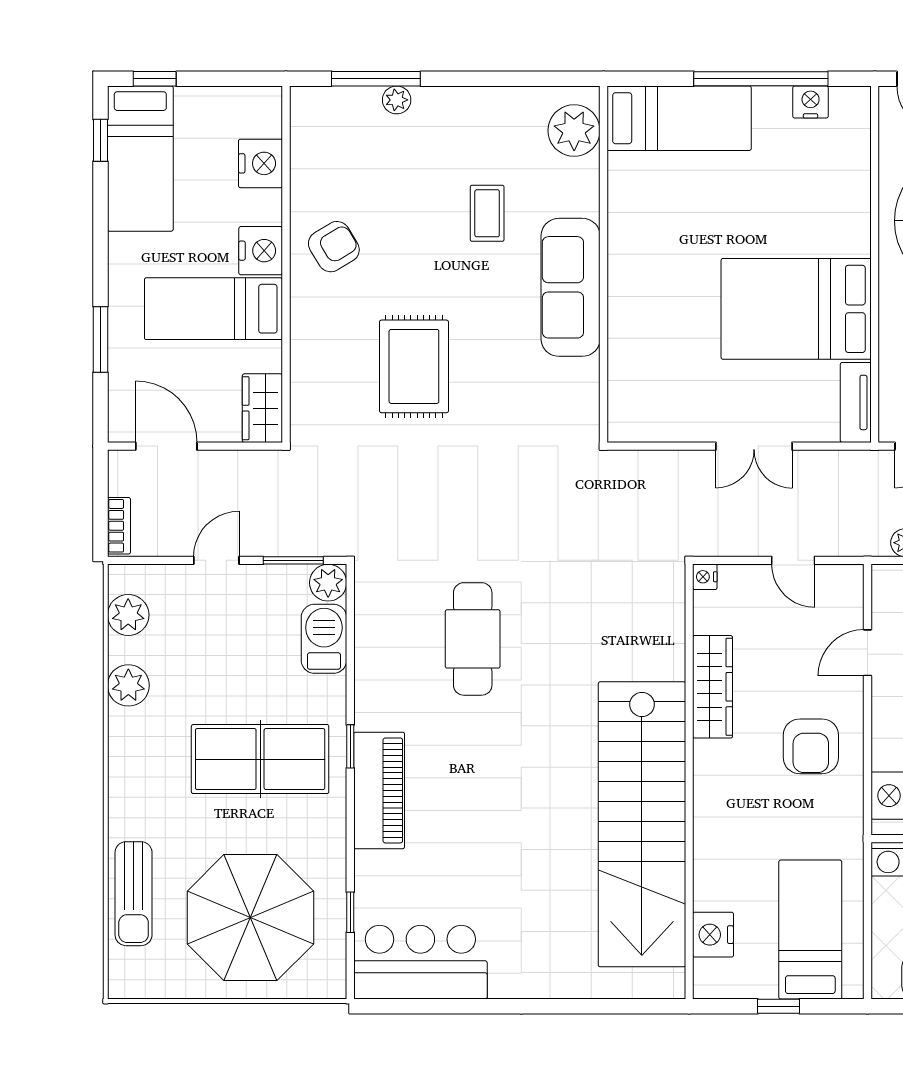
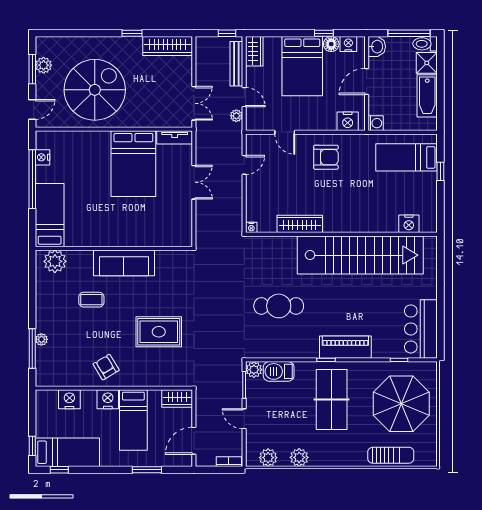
nightstand: (705, 577) -> (251, 227), moved
wardrobe: (713, 687) -> (300, 224), moved
wall: (689, 782) -> (341, 234), moved
stairs: (642, 824) -> (360, 255), moved
nightstand: (713, 935) -> (409, 224), moved

